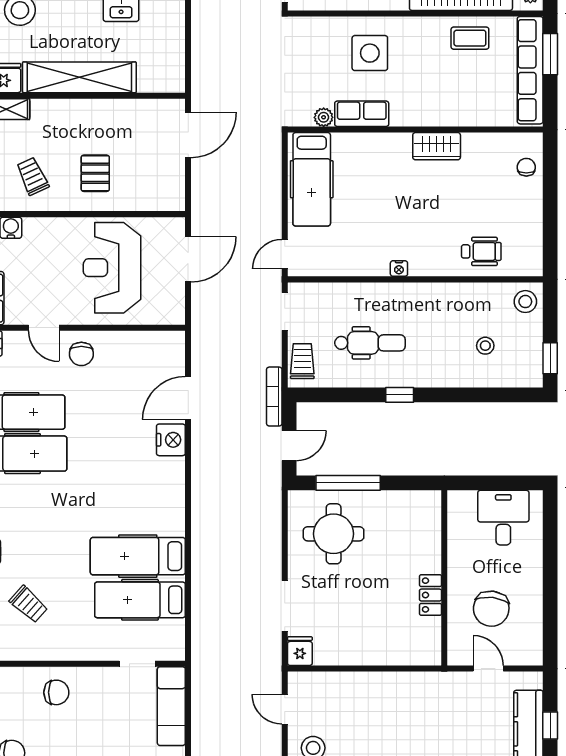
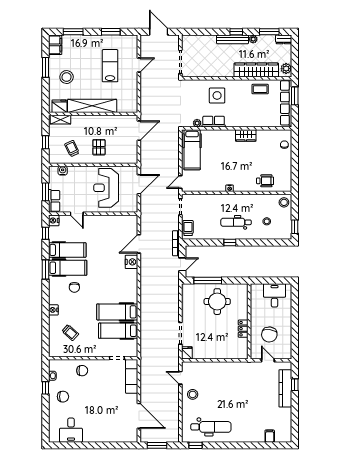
dental chair: (370, 343) -> (236, 222), moved, turned 180
chair: (81, 354) -> (74, 287), moved
round table: (334, 534) -> (217, 302), moved

